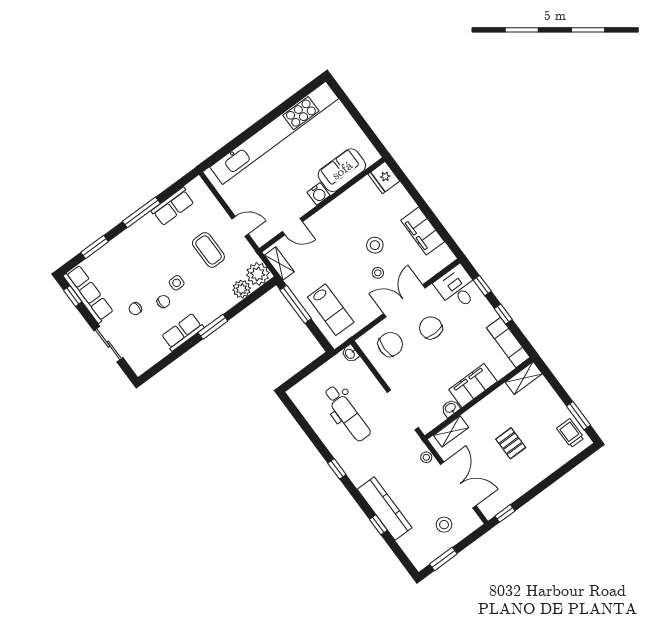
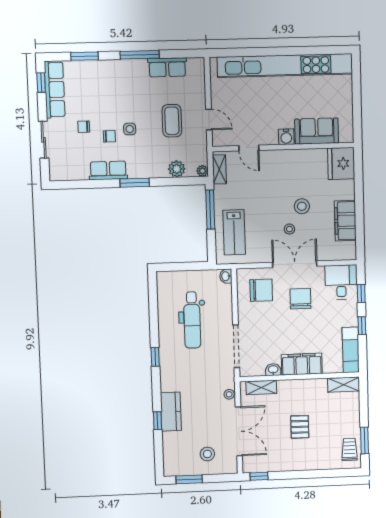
fridge: (384, 178) -> (341, 163), width x1.36, depth x1.34
plant: (258, 274) -> (202, 171), width x0.53, depth x0.53
kitchen counter: (385, 508) -> (171, 412), width x0.67

